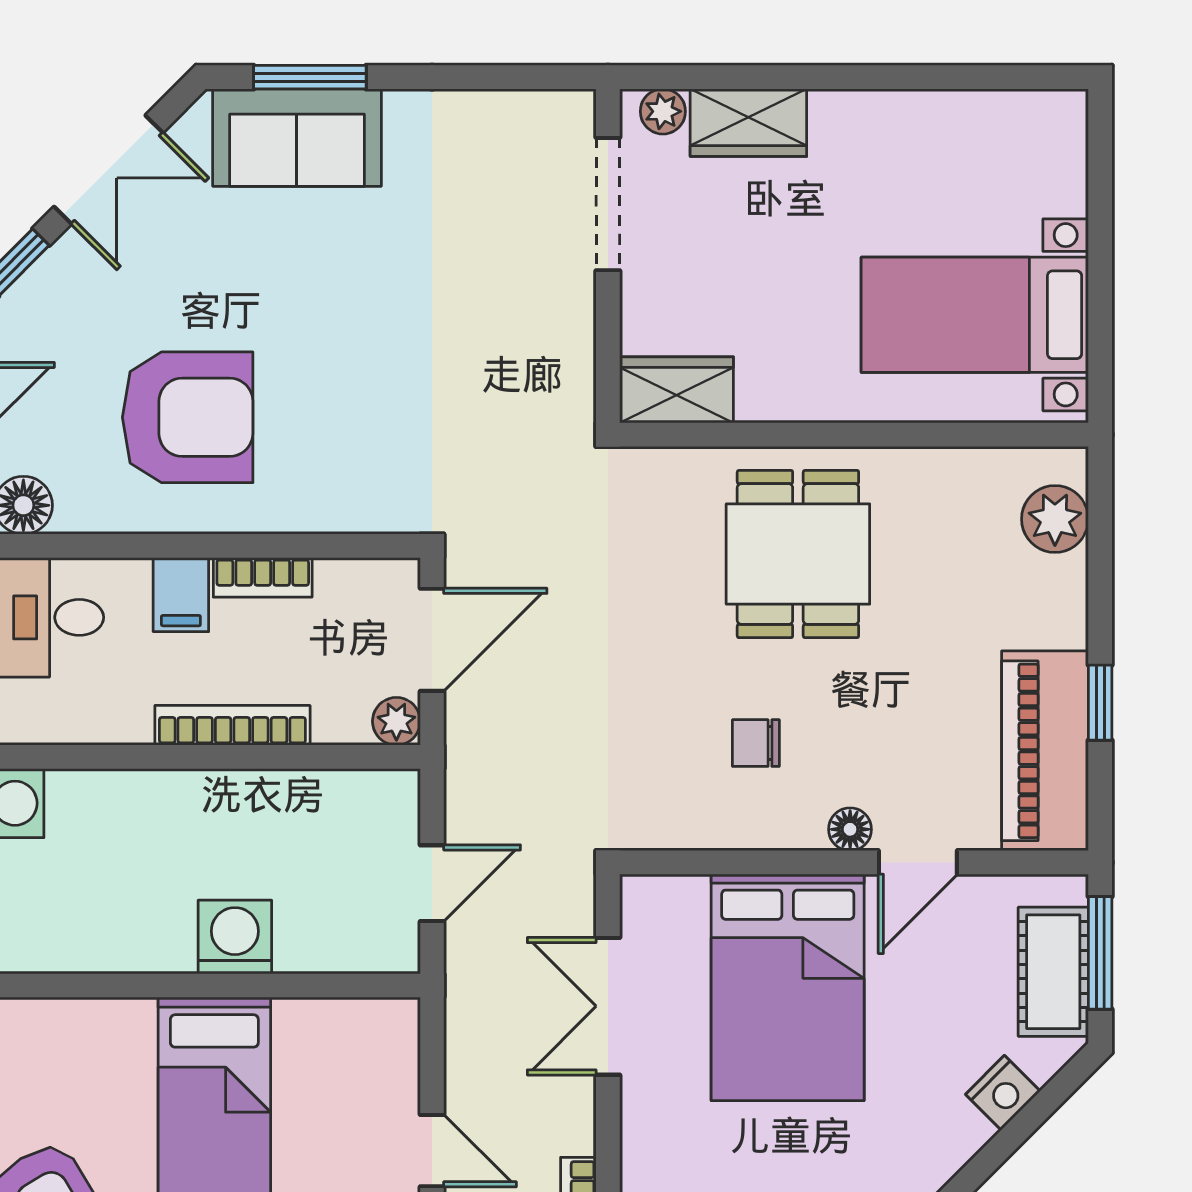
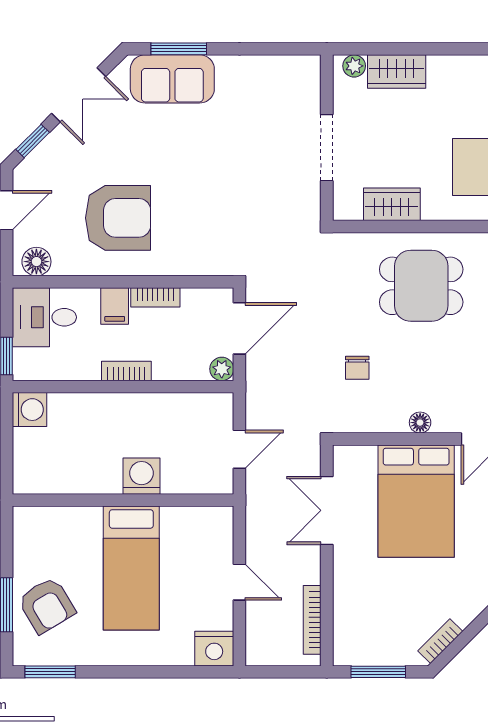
doorway: (608, 204) -> (327, 148), moved
wardrobe: (677, 390) -> (392, 204), moved
dining table: (798, 554) -> (421, 286), turned 90
bookcase: (232, 725) -> (126, 371), width x0.64
chair: (756, 743) -> (357, 368), moved, turned -90
floor lamp: (850, 829) -> (420, 423), moved

